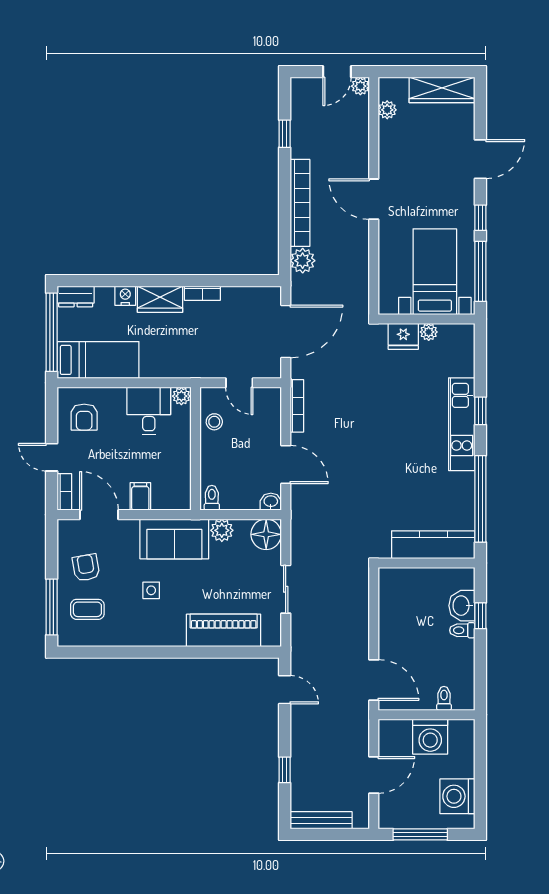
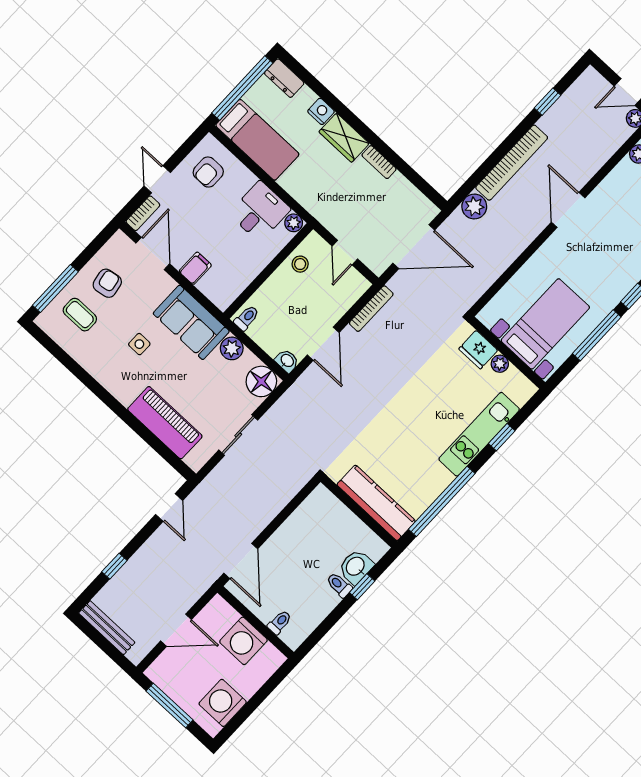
bed with nightstands: (435, 272) -> (545, 324), moved
wall: (426, 319) -> (507, 353), moved
plant: (429, 332) -> (500, 364), moved
fridge: (403, 336) -> (478, 350), moved

